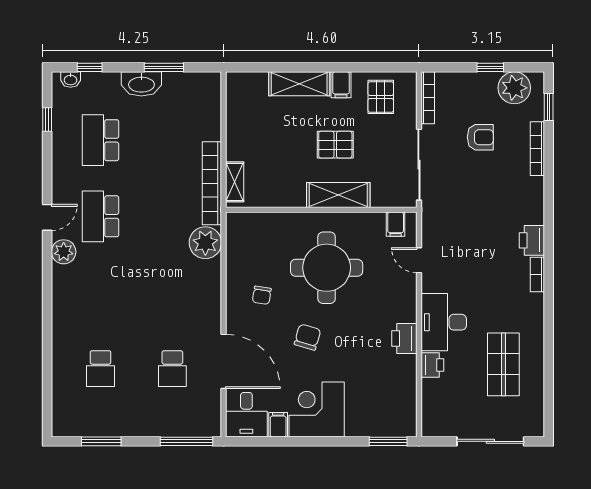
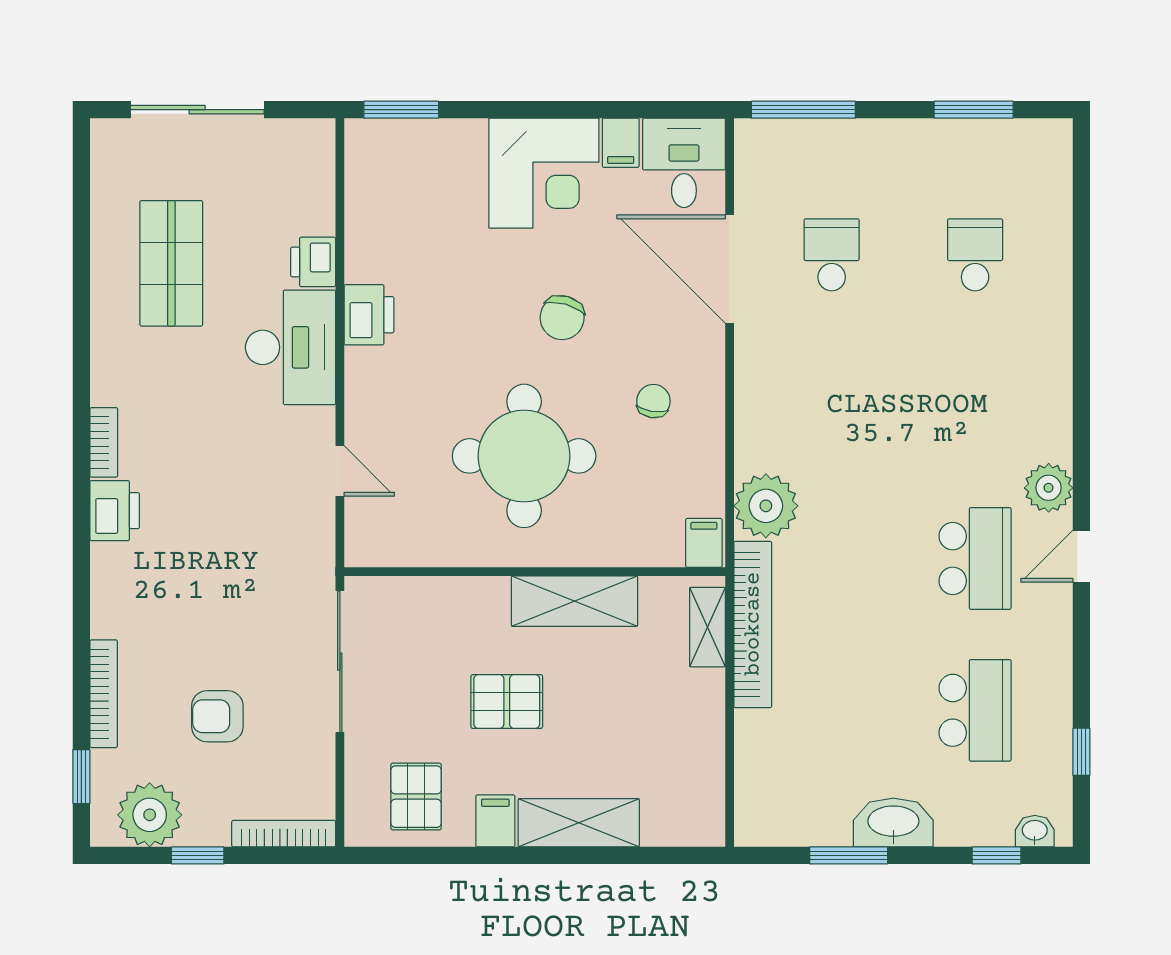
bookcase: (428, 98) -> (284, 834), moved, turned 90
shelving: (338, 195) -> (574, 601), moved
filing cabinet: (396, 224) -> (704, 543), moved

